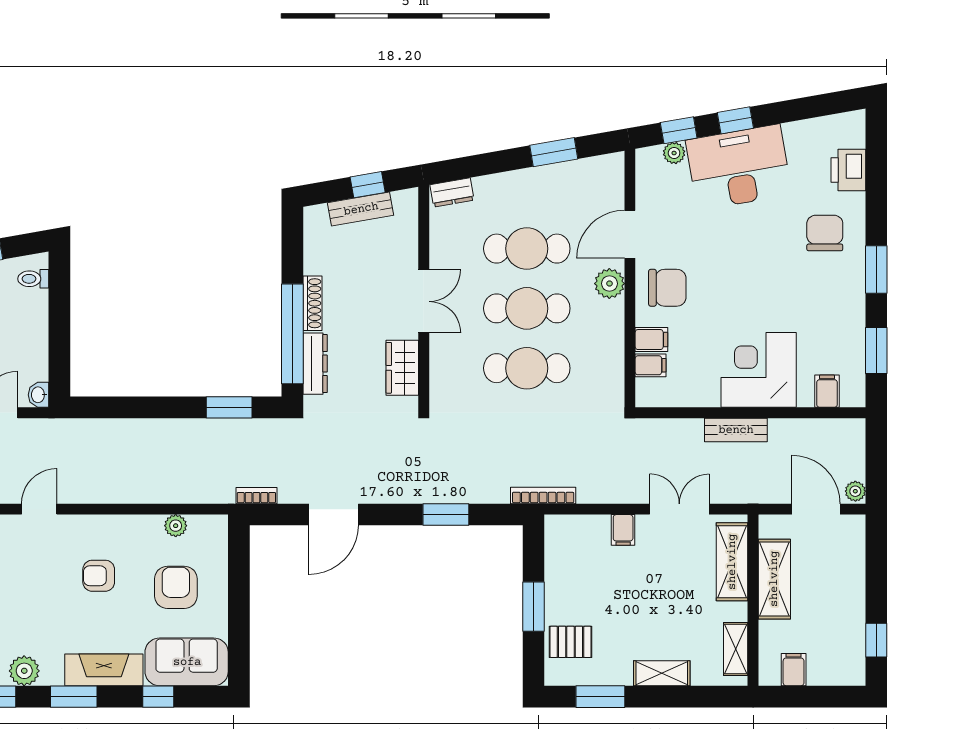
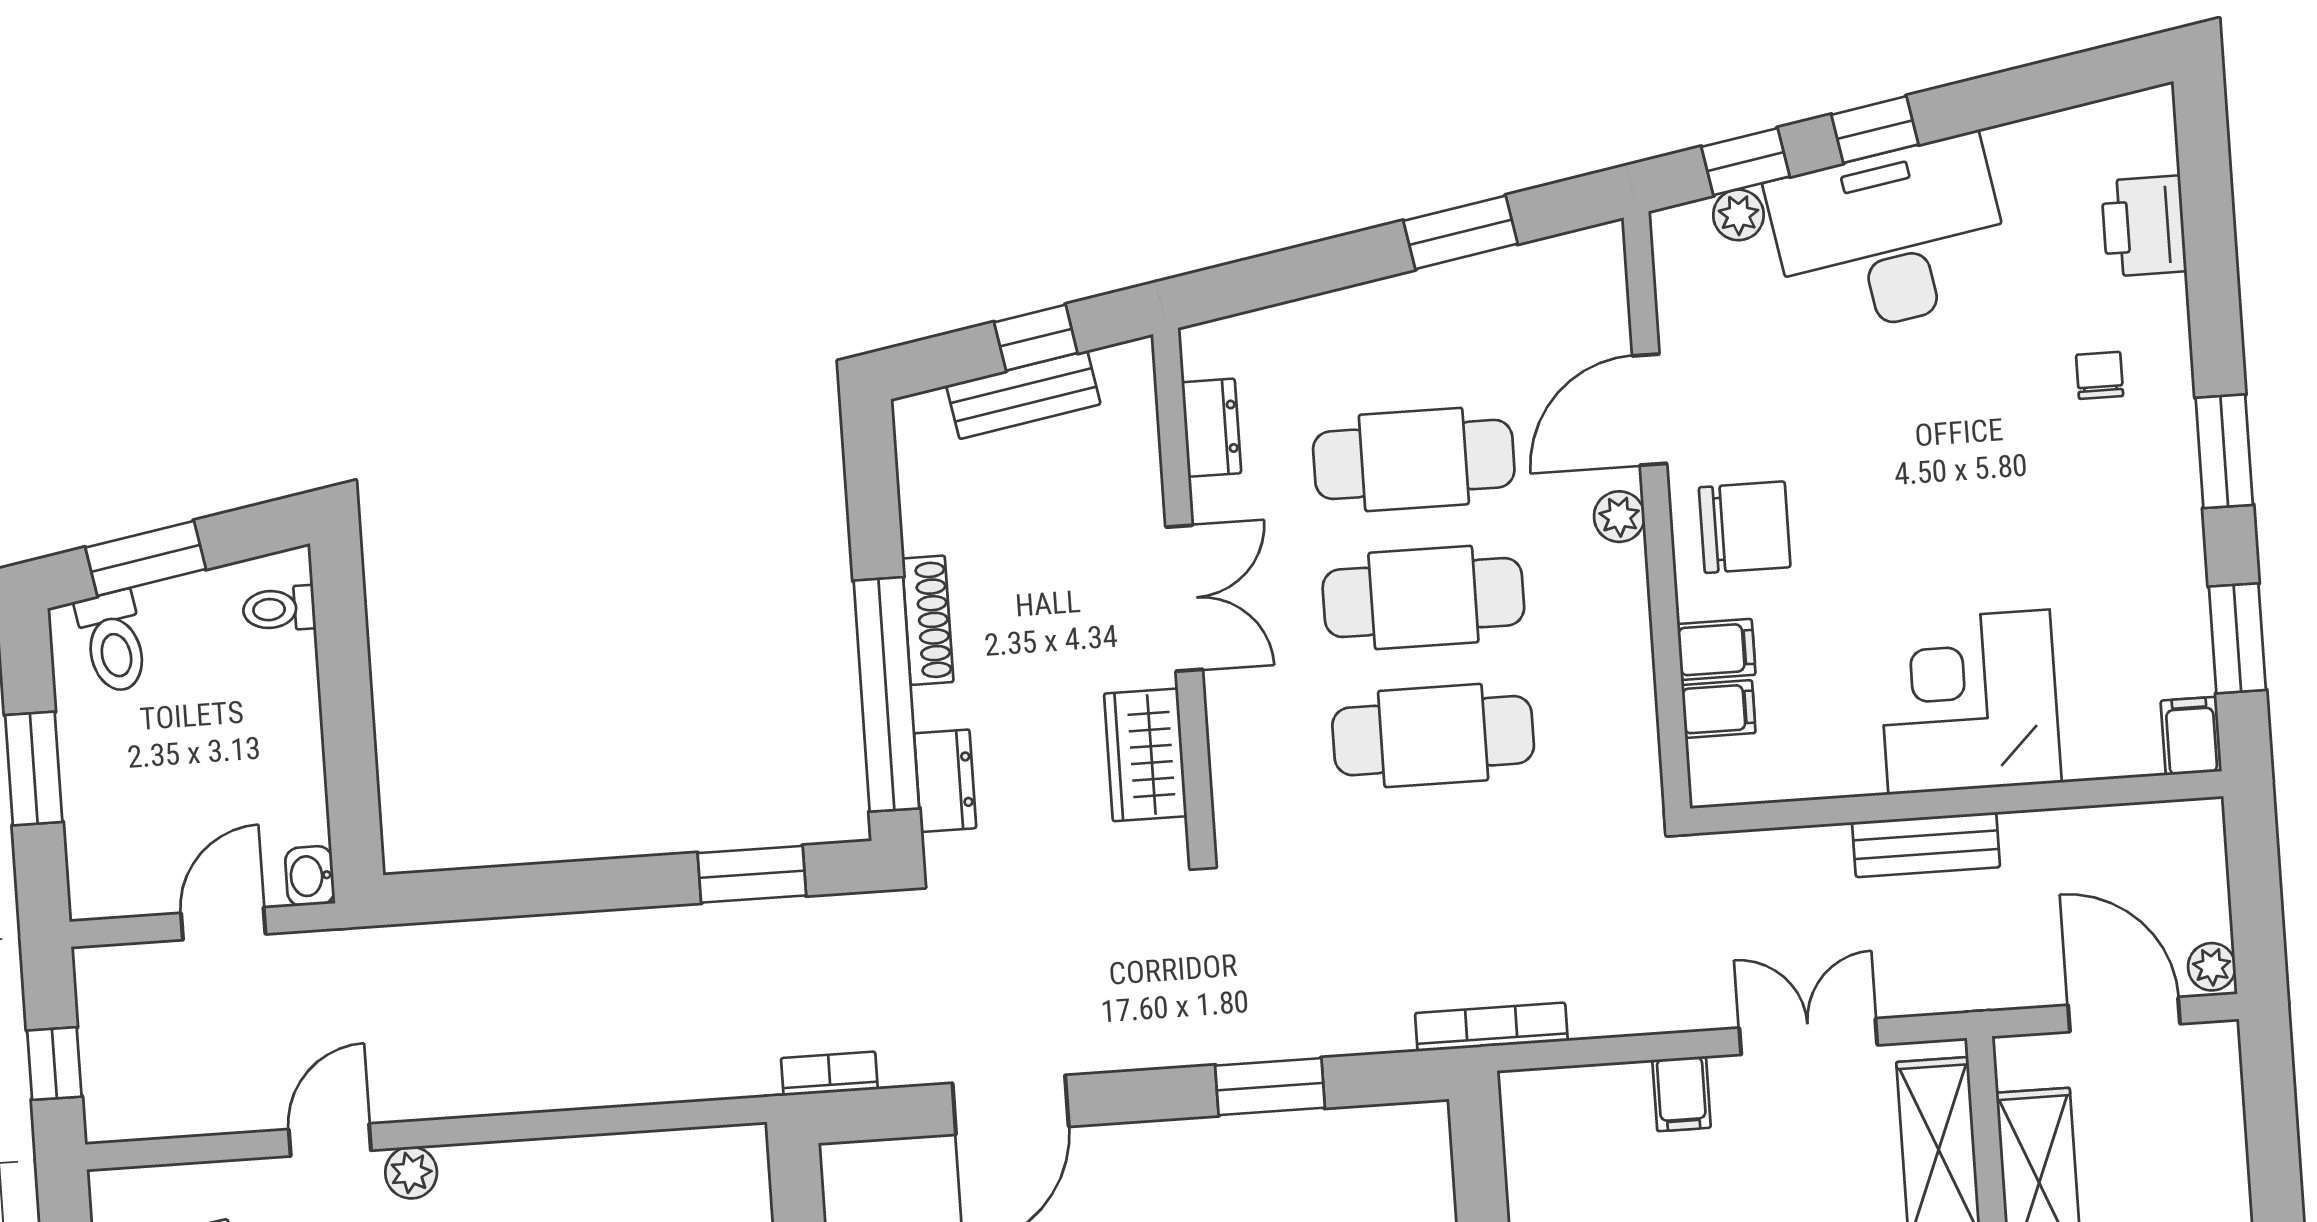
dresser: (452, 192) -> (1211, 428), moved, turned -80
chair: (825, 233) -> (2100, 375), width x0.54, depth x0.54
plant: (609, 284) -> (1619, 517), width x0.73, depth x0.73
dresser: (315, 364) -> (945, 781), width x0.70
filing cabinet: (827, 391) -> (2191, 736), moved
plant: (176, 526) -> (411, 1173), moved

